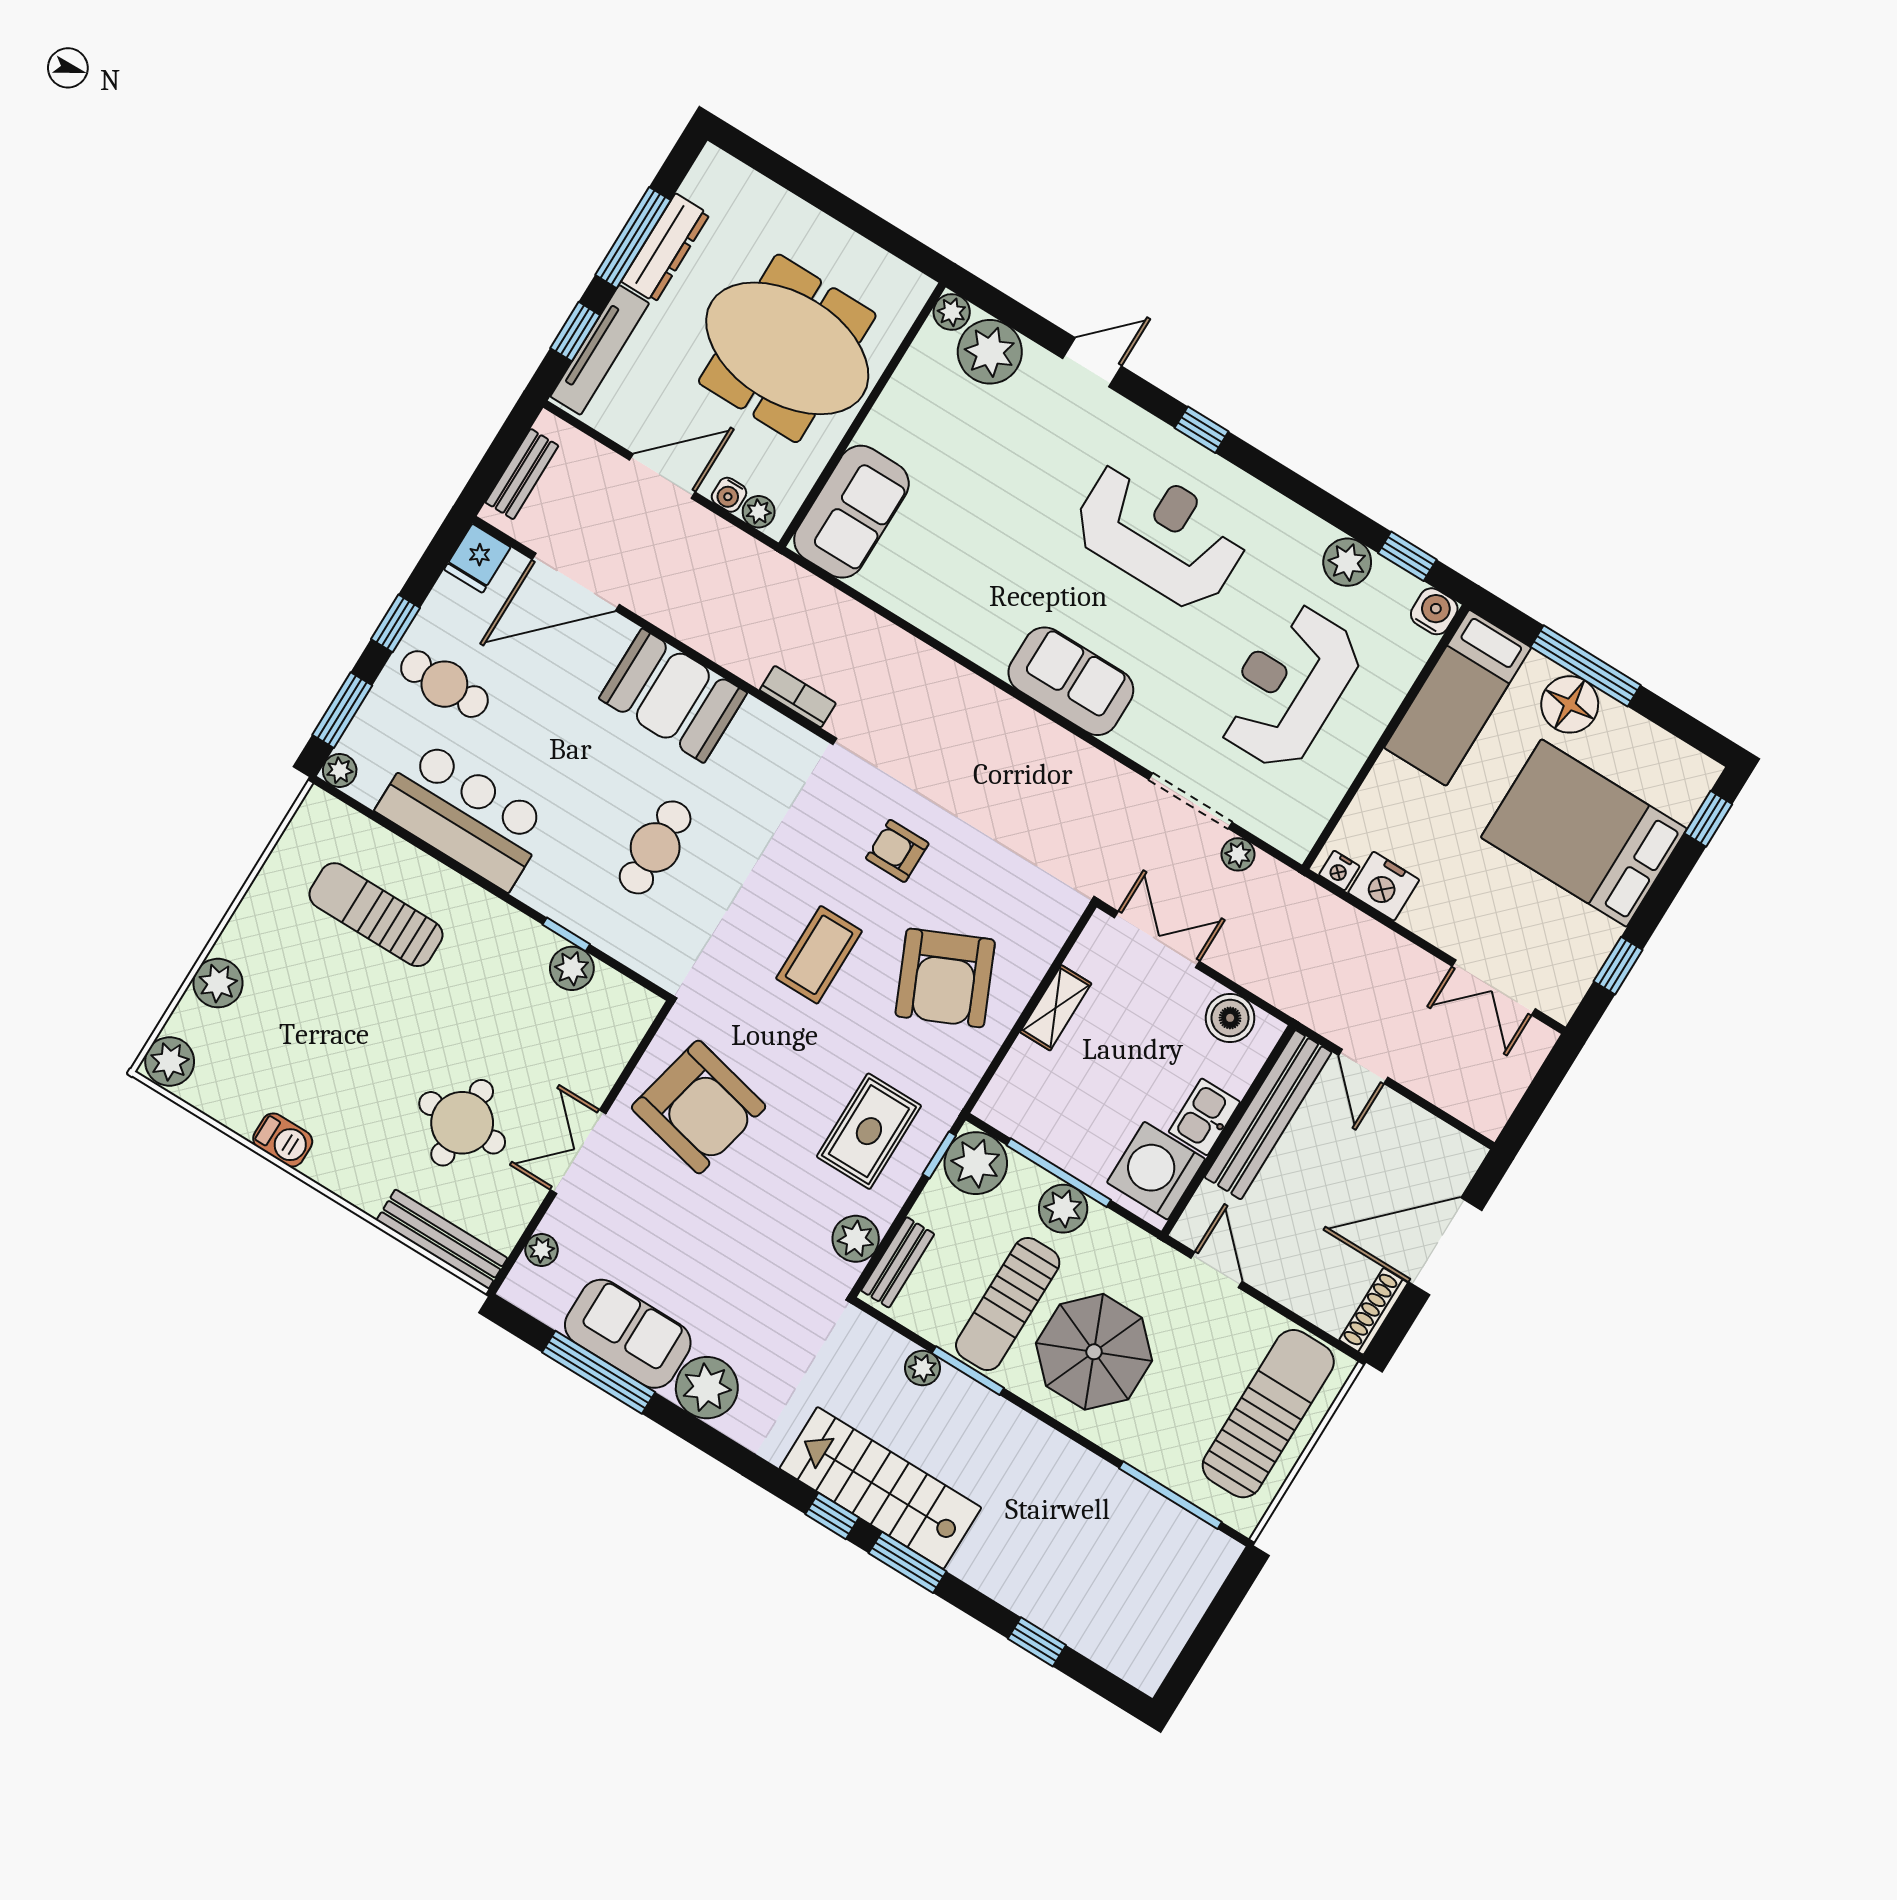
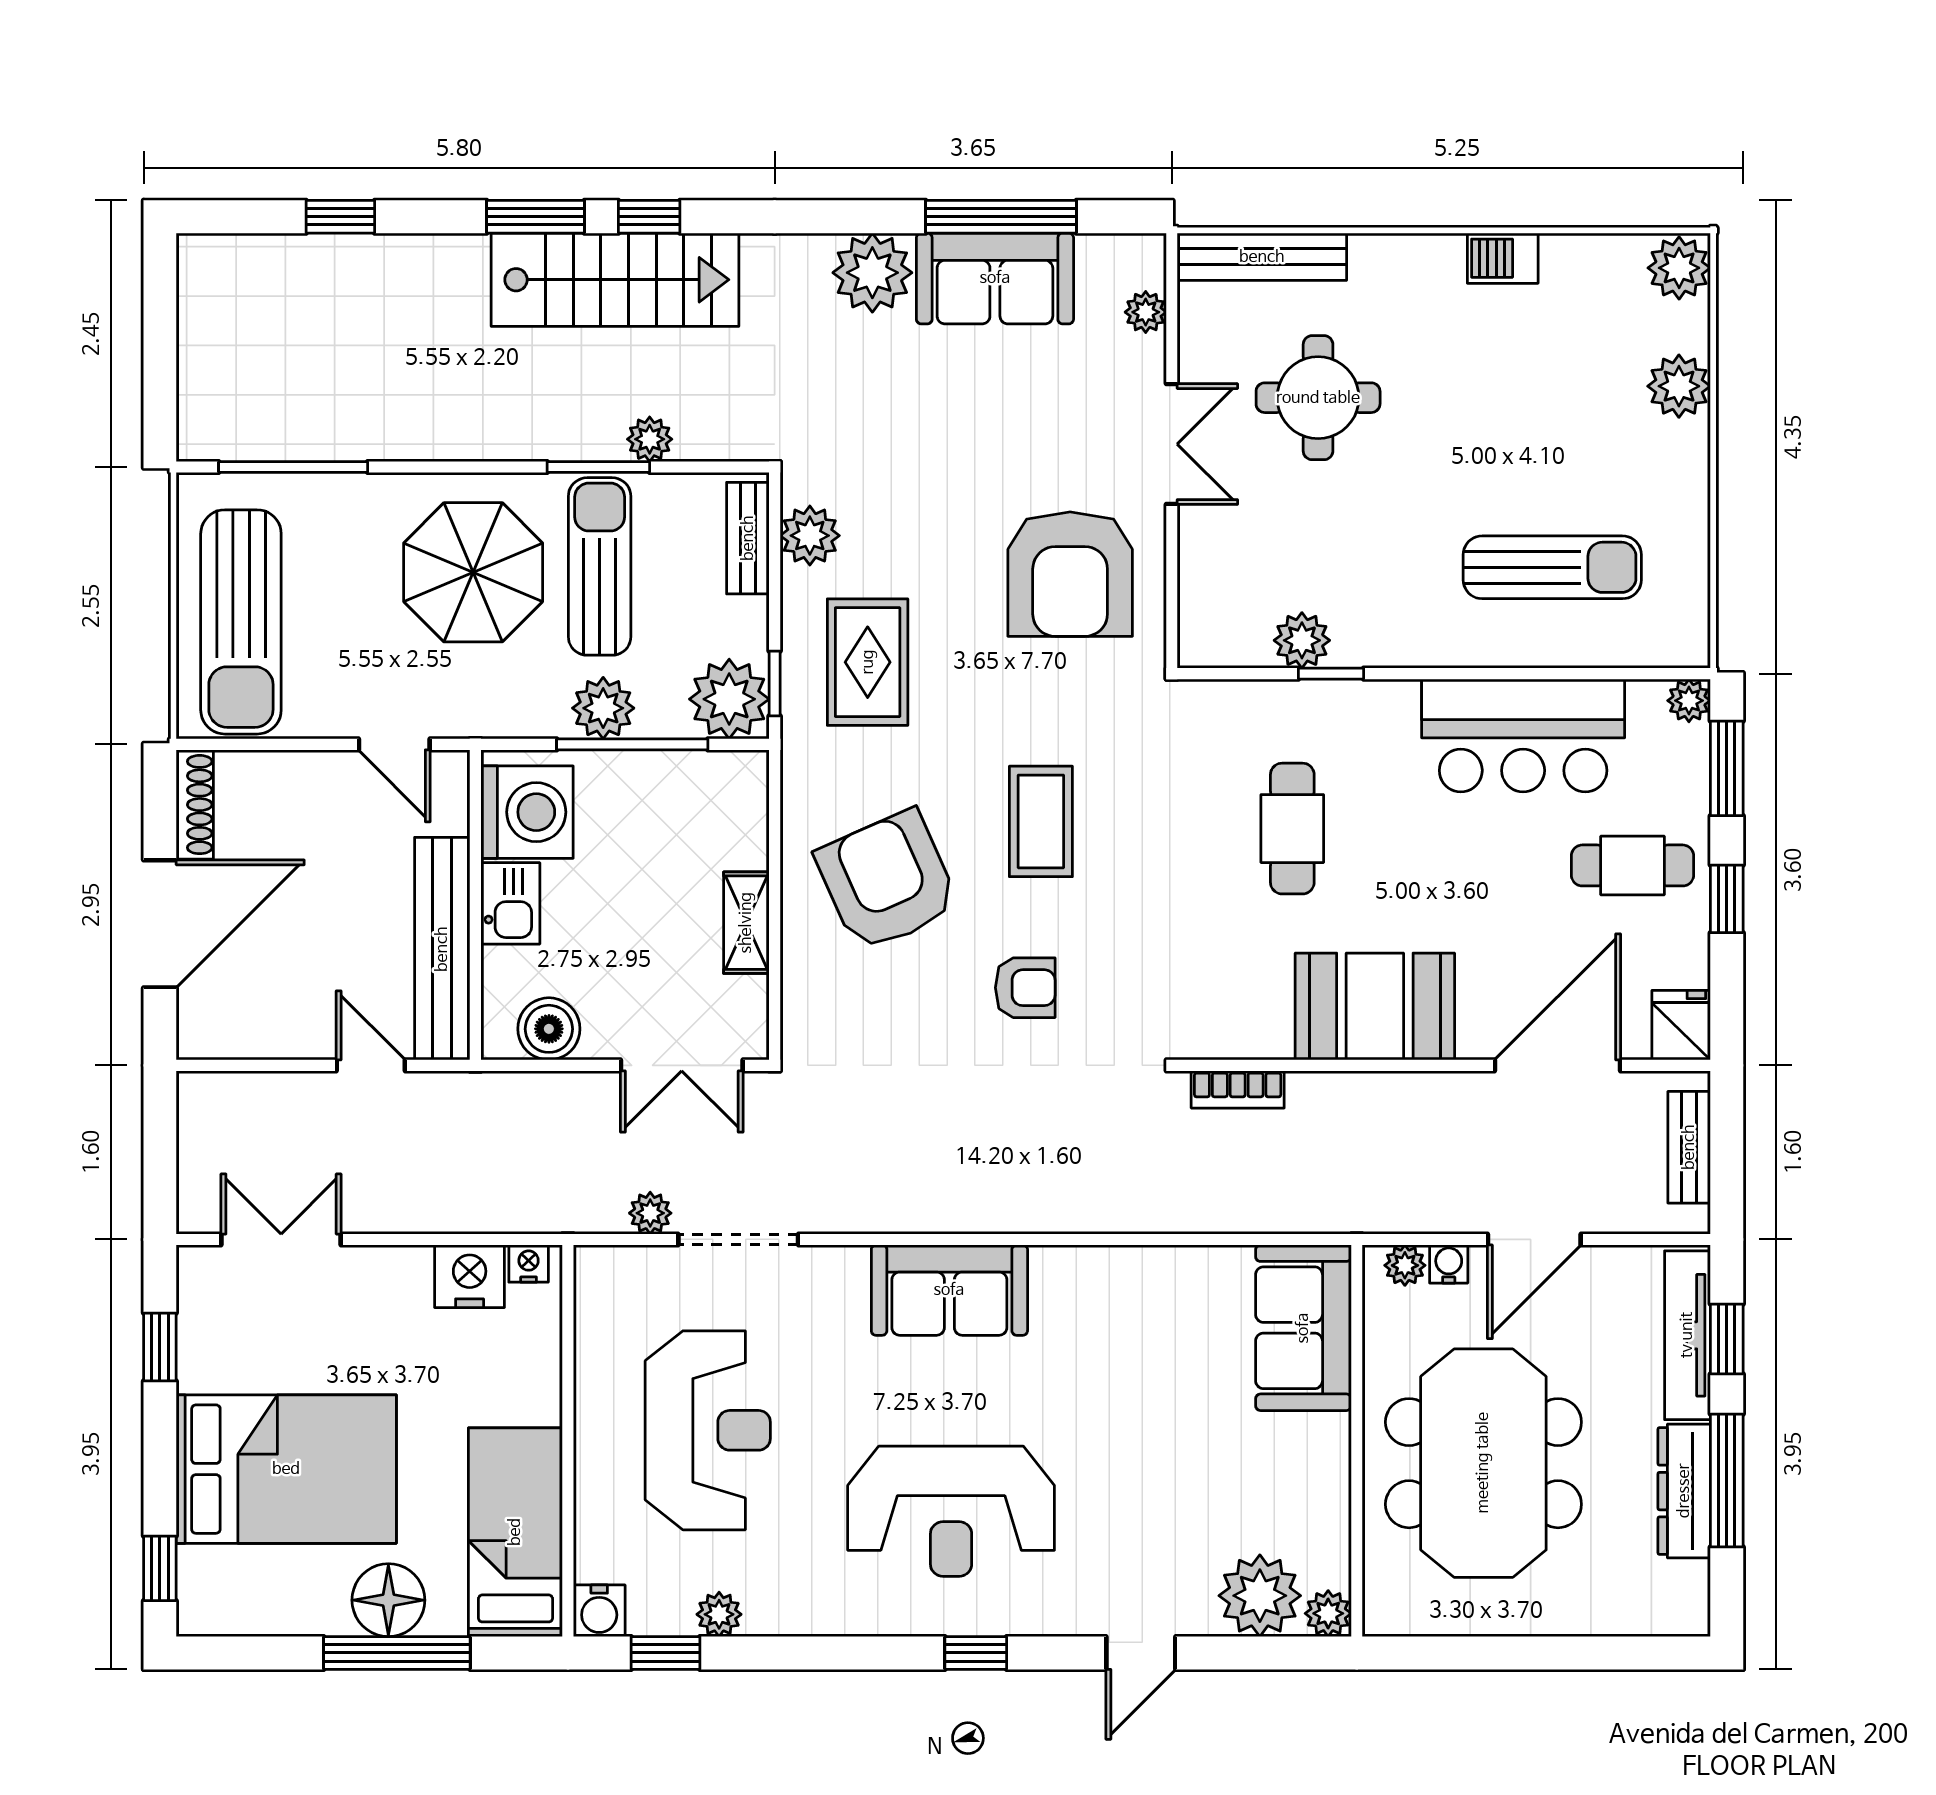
meeting table: (787, 348) -> (1483, 1463), turned 90
plant: (1347, 562) -> (719, 1614), width x0.73, depth x0.73
armchair: (699, 1107) -> (1070, 574), turned -103

